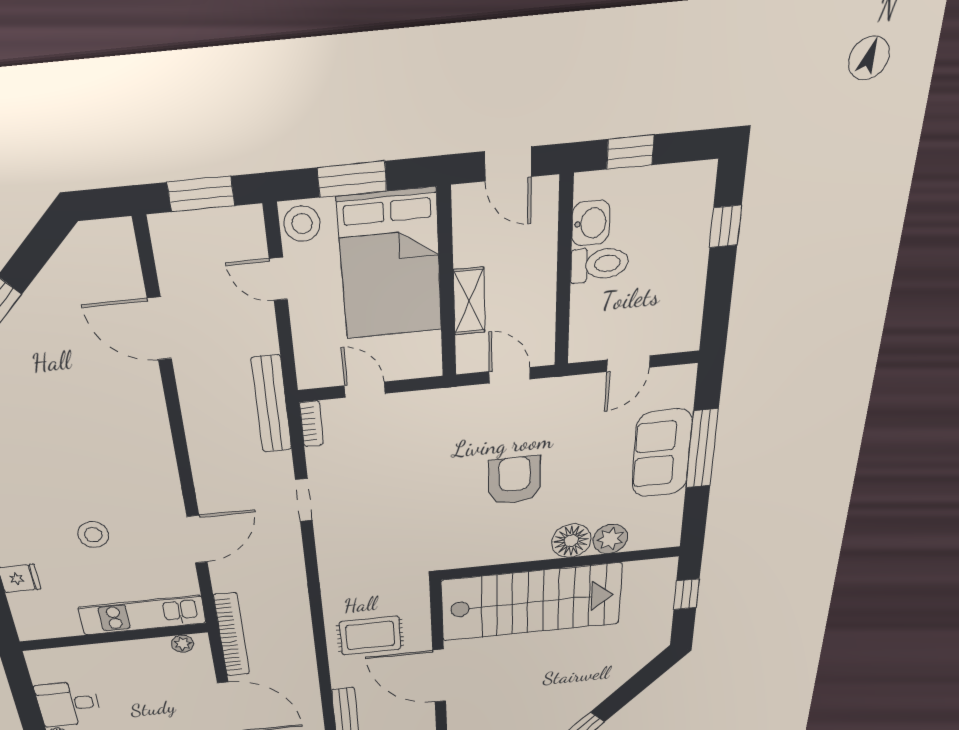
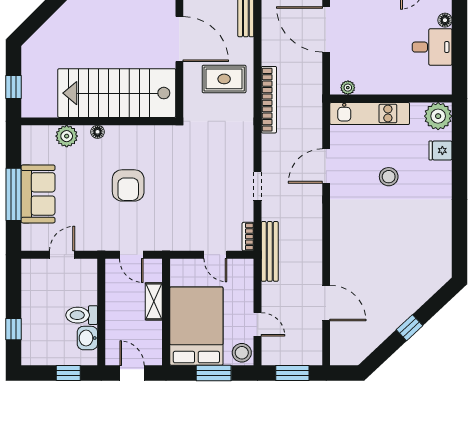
floor lamp: (571, 541) -> (98, 132), width x0.53, depth x0.53
plant: (36, 622) -> (438, 116), added
bookcase: (232, 635) -> (269, 100), moved, turned 180

